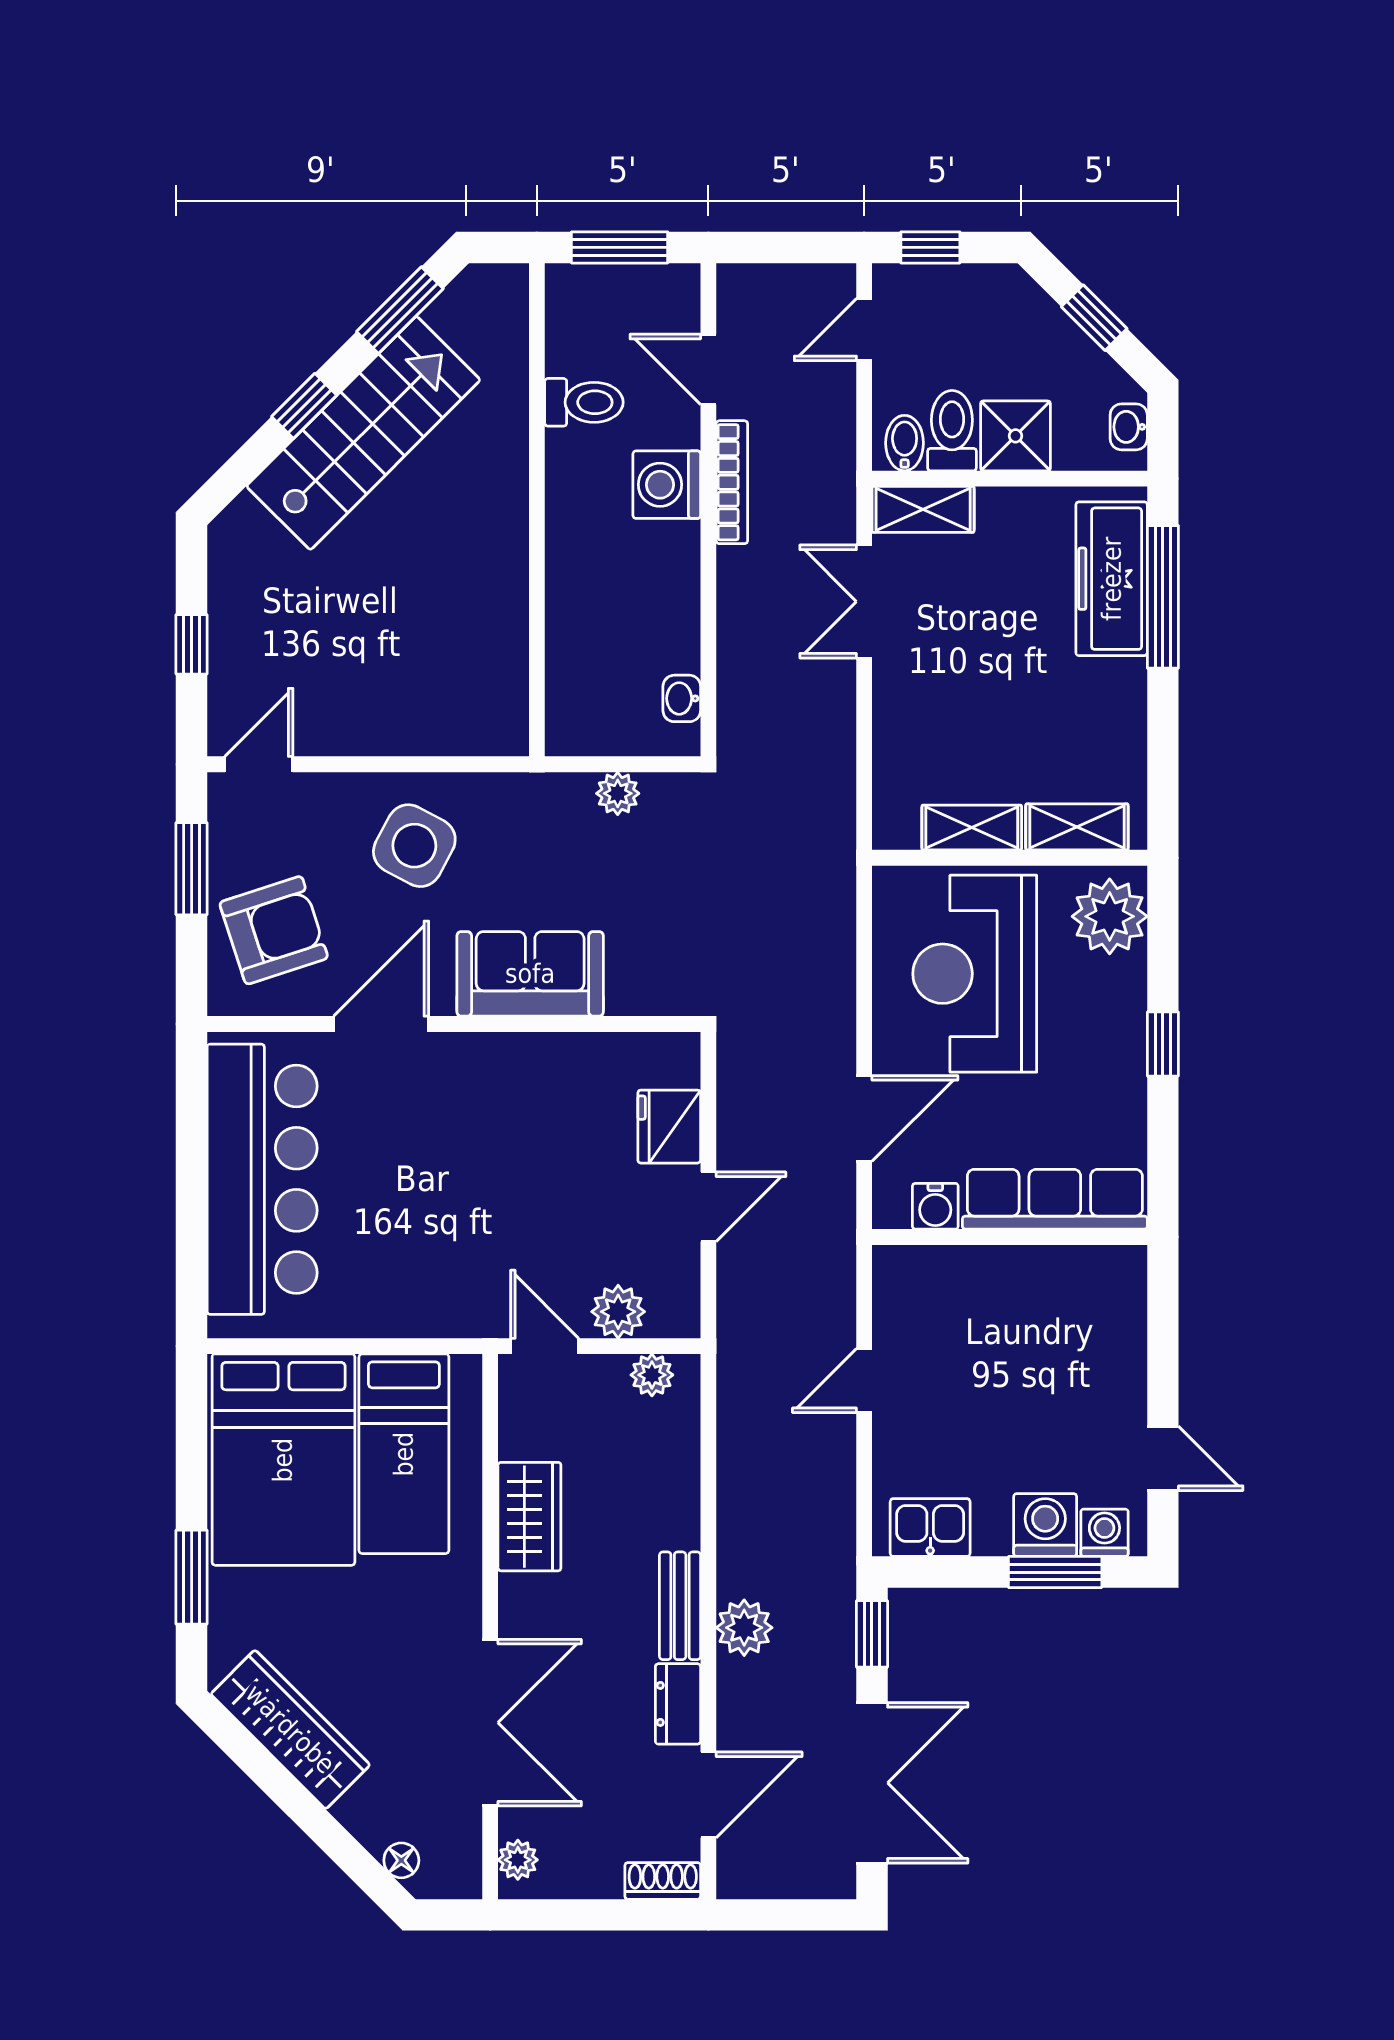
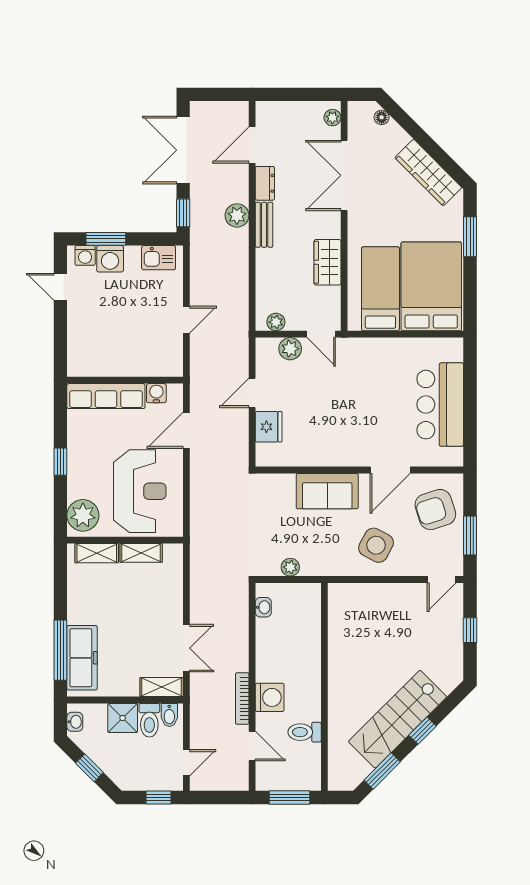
bar counter: (262, 1179) -> (440, 405), width x0.73
shoe rack: (663, 1881) -> (271, 109), removed

